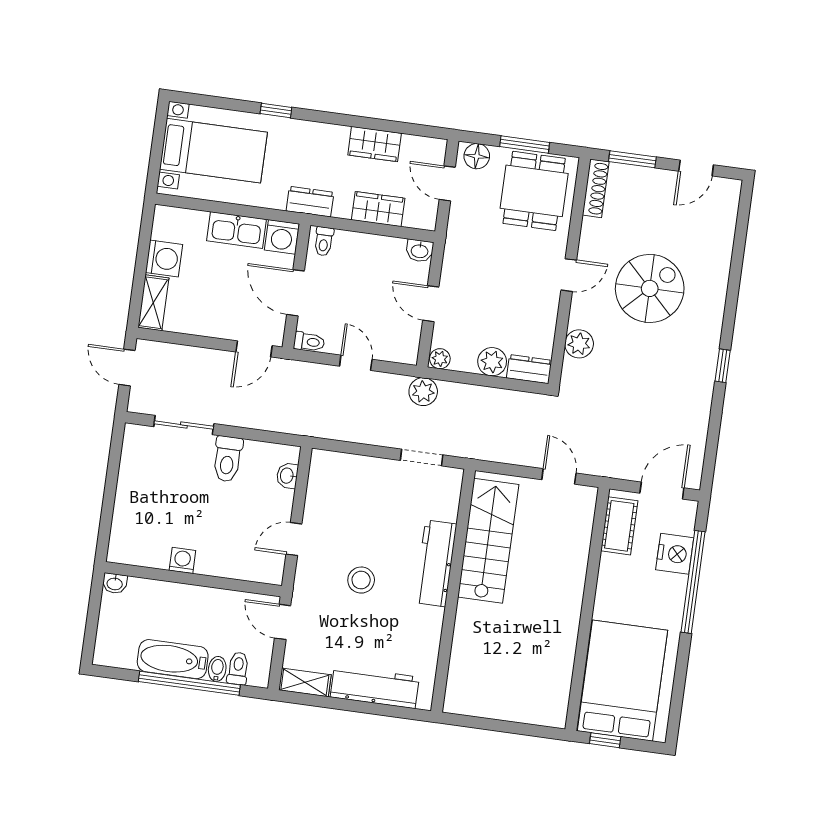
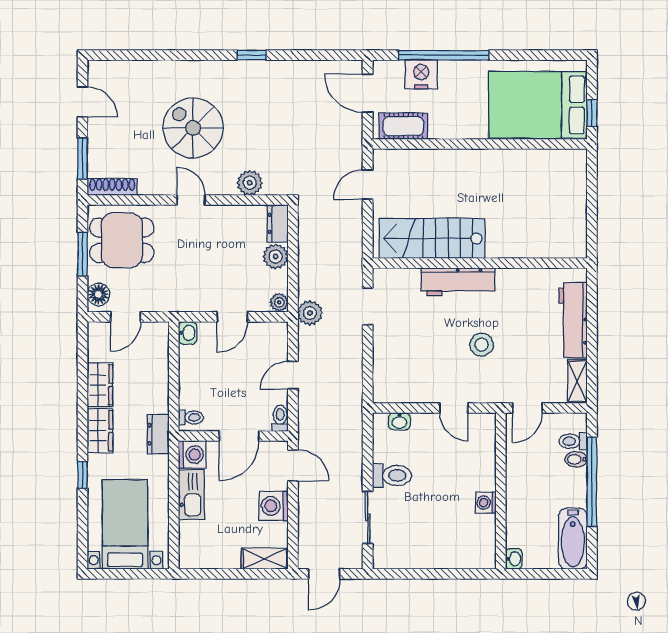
wardrobe: (378, 209) -> (100, 431), moved, turned 180
washing machine: (164, 258) -> (274, 506), moved, turned -90
bathtub: (173, 659) -> (573, 539), moved

